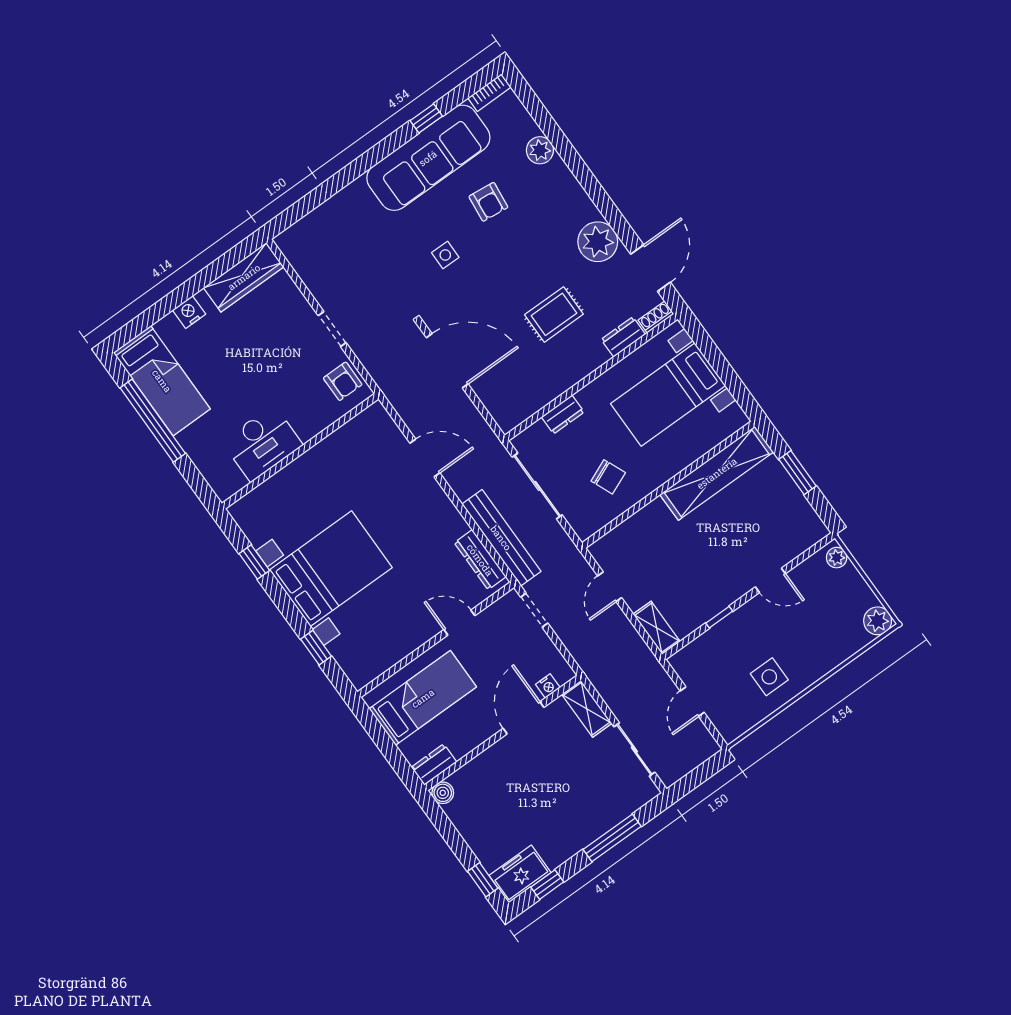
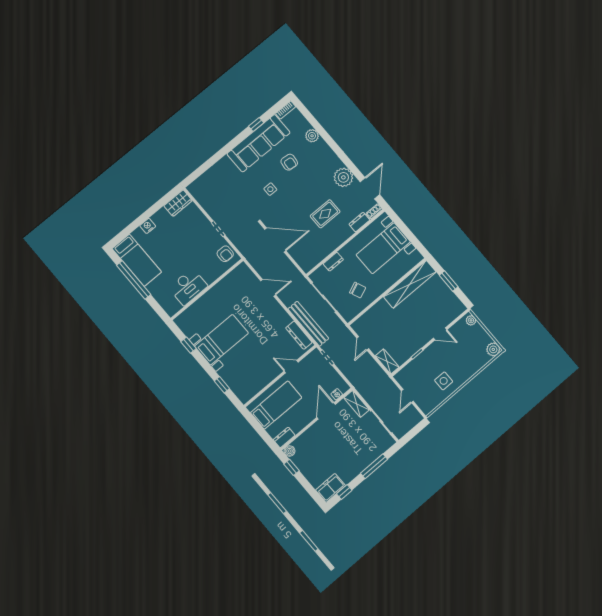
wardrobe: (244, 277) -> (178, 203), width x0.67
bed with nightstands: (331, 569) -> (221, 340), width x0.73
window: (483, 880) -> (291, 467), moved

